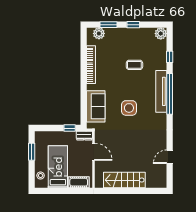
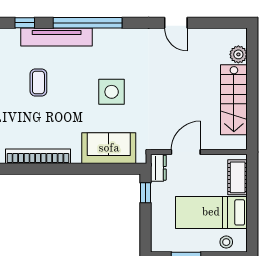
tv unit: (161, 91) -> (57, 37), moved
door: (170, 157) -> (176, 23), moved
plant: (151, 183) -> (238, 54), added

